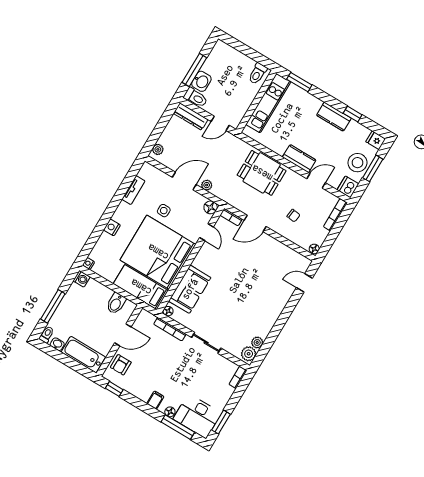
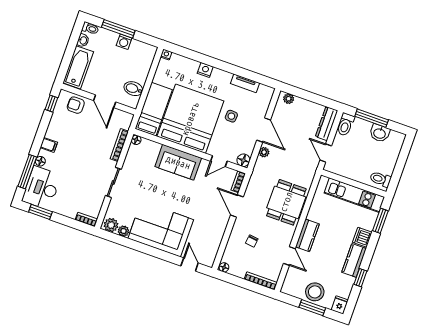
washbasin: (201, 81) -> (380, 133), moved
dishwasher: (348, 187) -> (362, 237), moved, turned -90
washing machine: (82, 279) -> (124, 42), moved
sofa: (190, 289) -> (178, 162), moved
corner sofa: (263, 305) -> (161, 229), added

